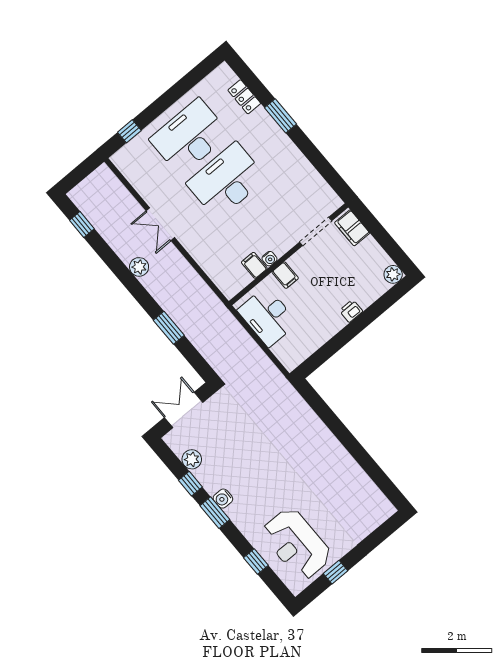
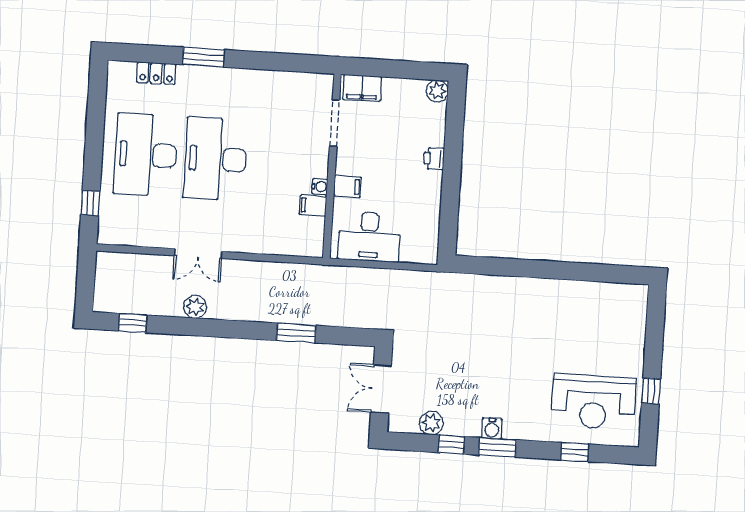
plant: (139, 267) -> (195, 307), moved

